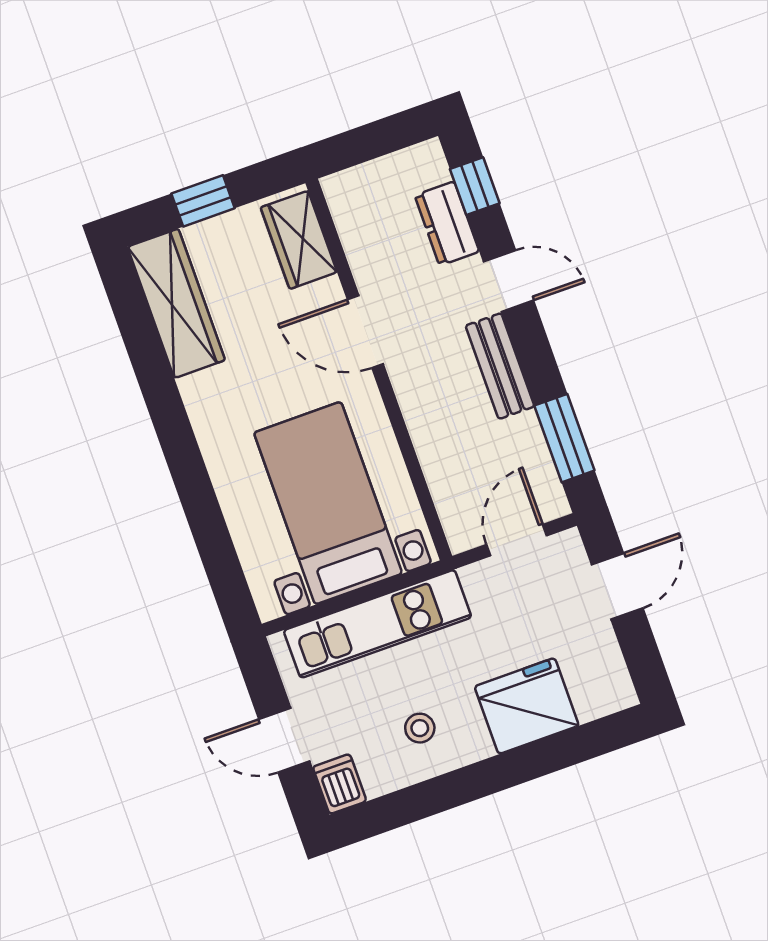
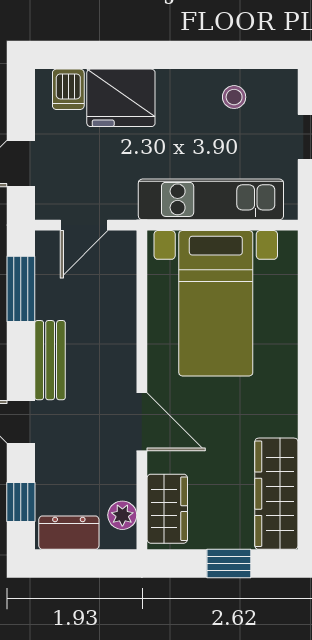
plant: (349, 213) -> (122, 515), added
dresser: (447, 223) -> (69, 533), moved, turned -90
stool: (420, 728) -> (234, 97), moved
dishwasher: (340, 784) -> (68, 89), moved

